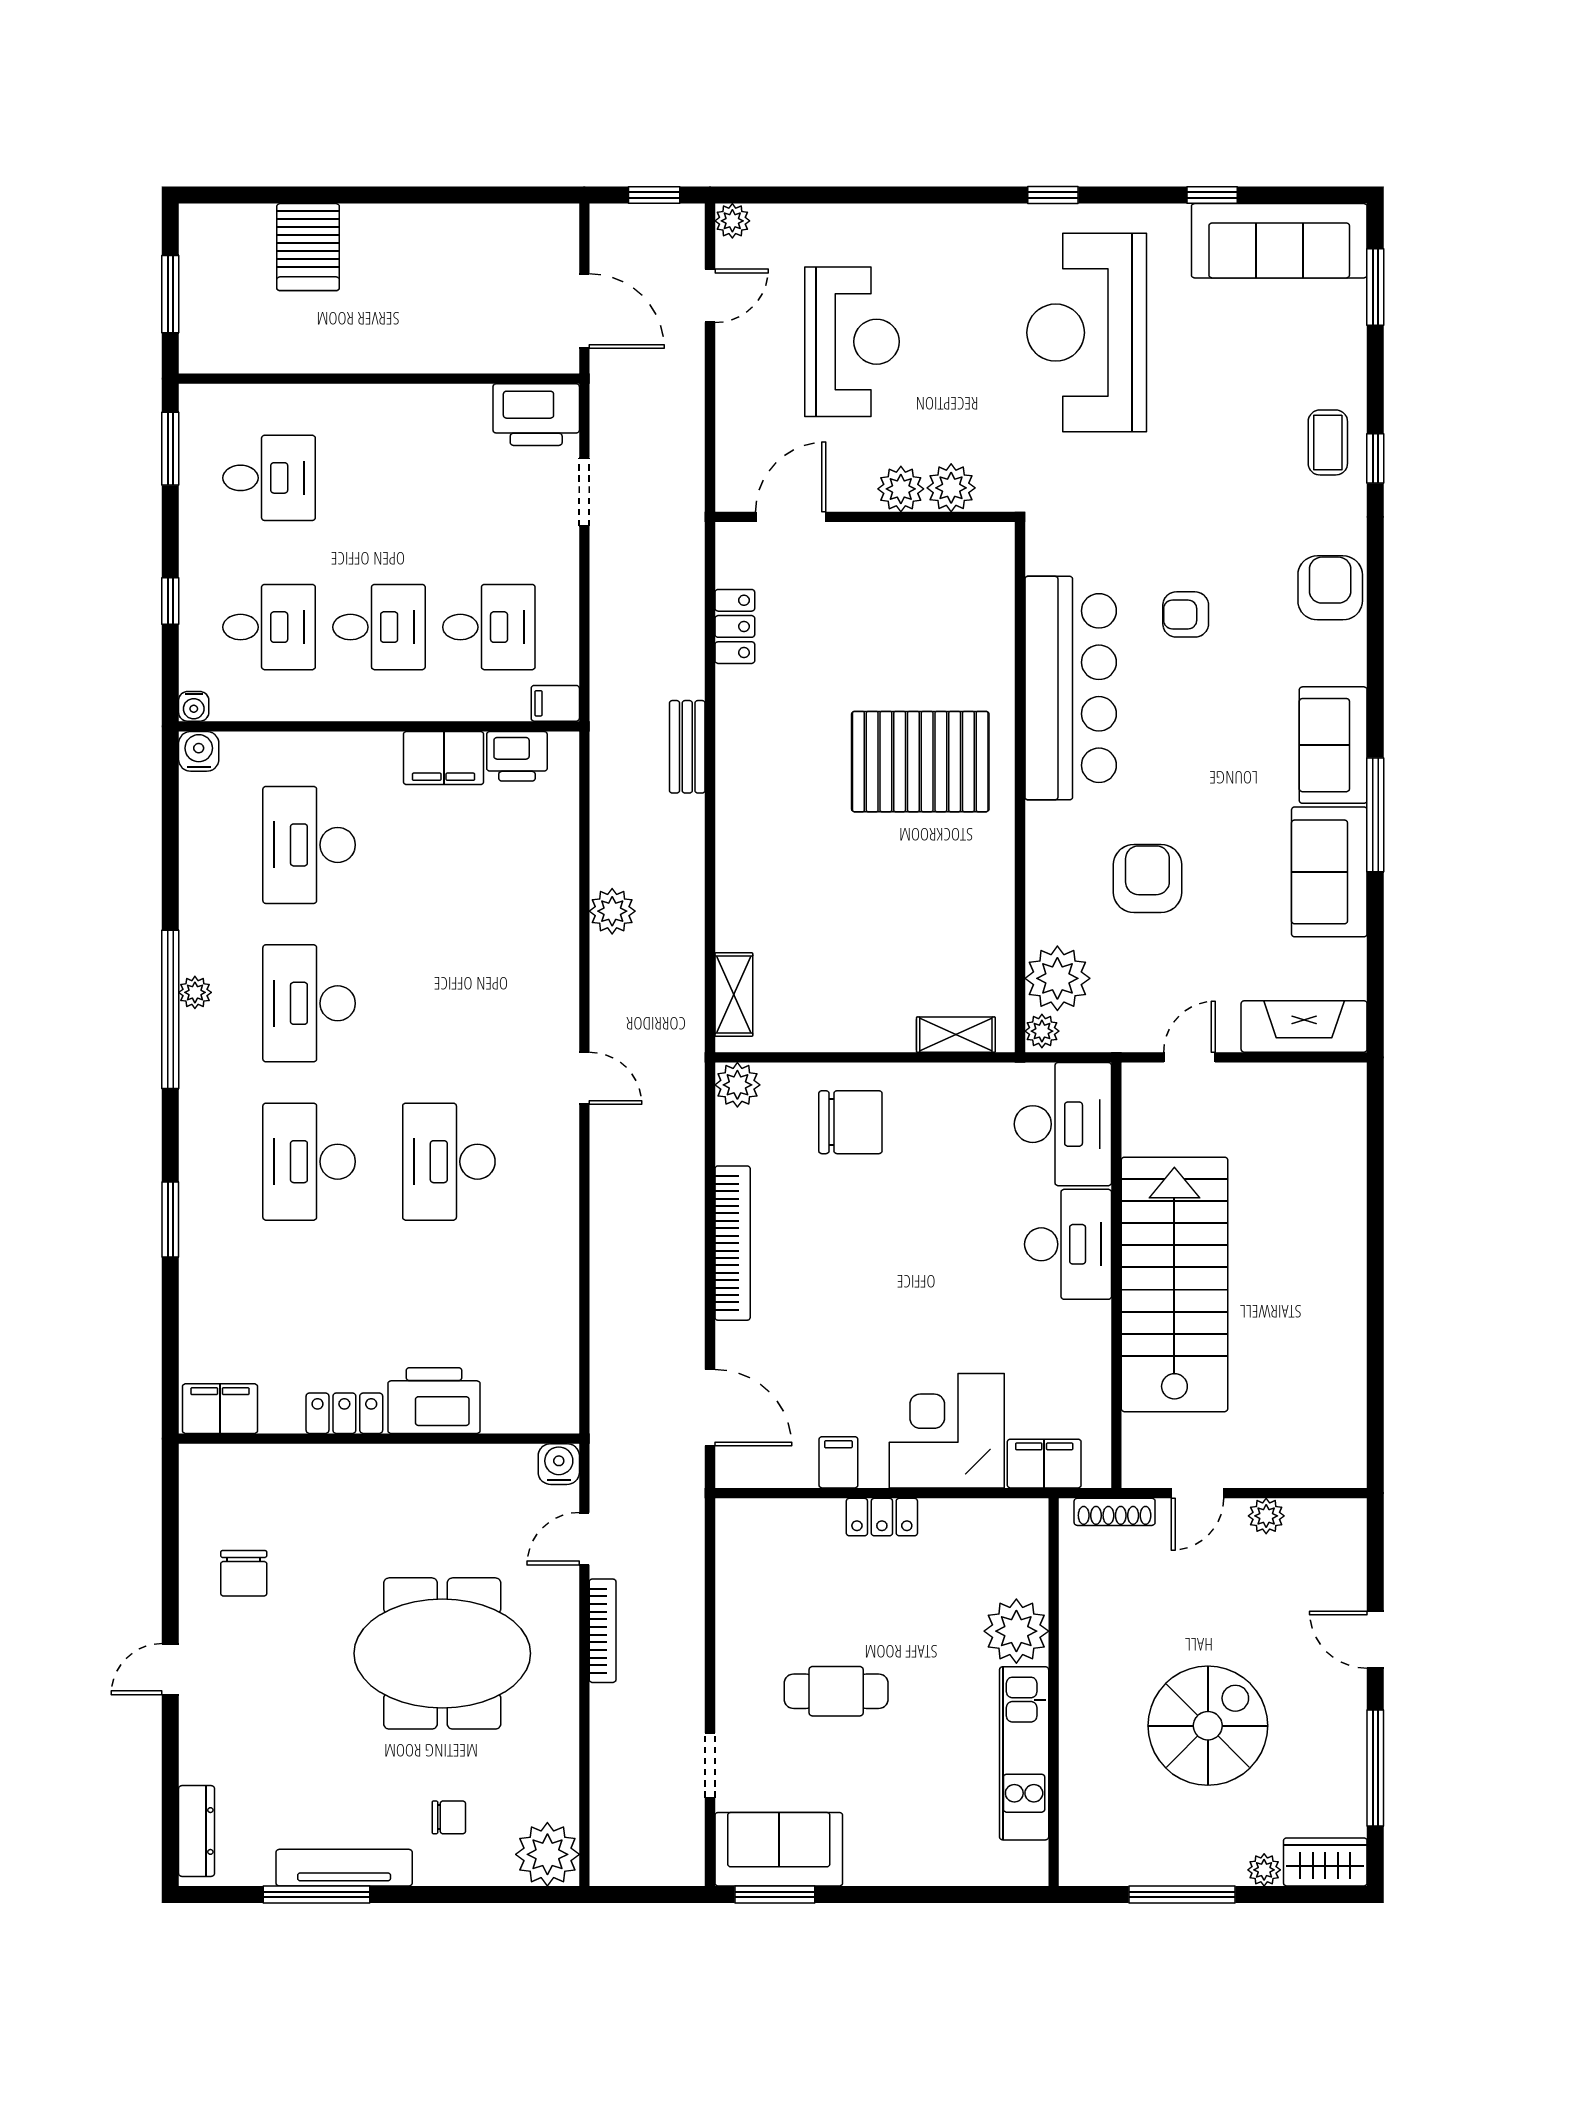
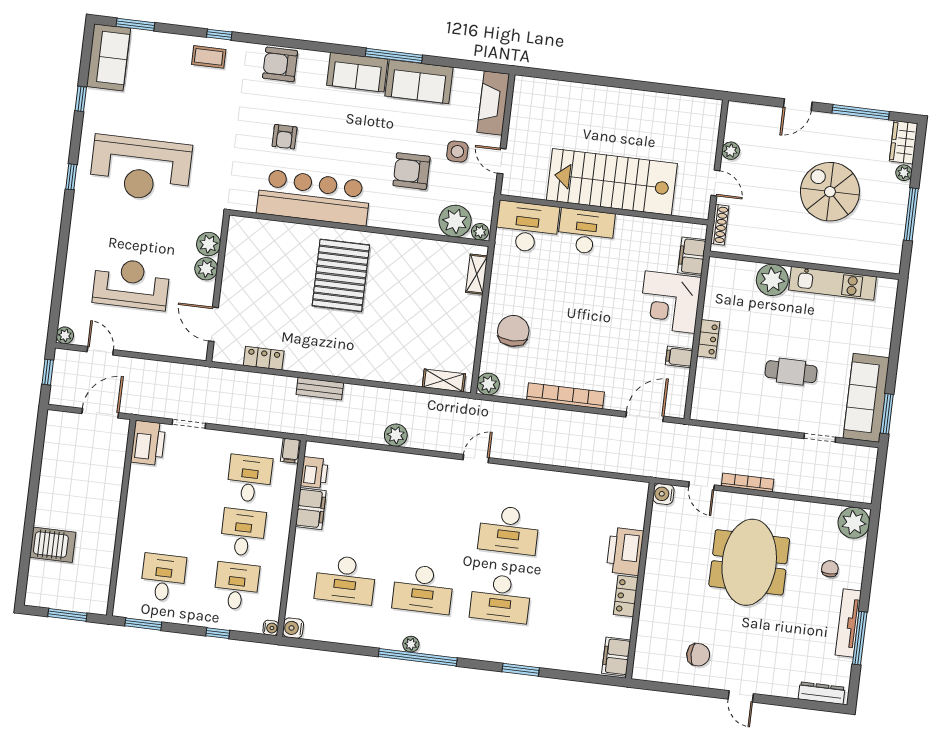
sofa: (1279, 241) -> (108, 57), width x0.73
side table: (1198, 966) -> (457, 152), added
cafe table: (836, 1691) -> (791, 372), turned 90
sofa: (779, 1849) -> (866, 398), width x1.36

